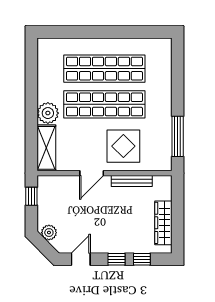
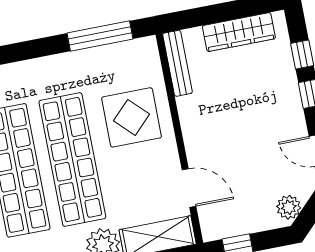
door: (92, 173) -> (189, 188), moved
bench: (132, 181) -> (177, 63), moved

